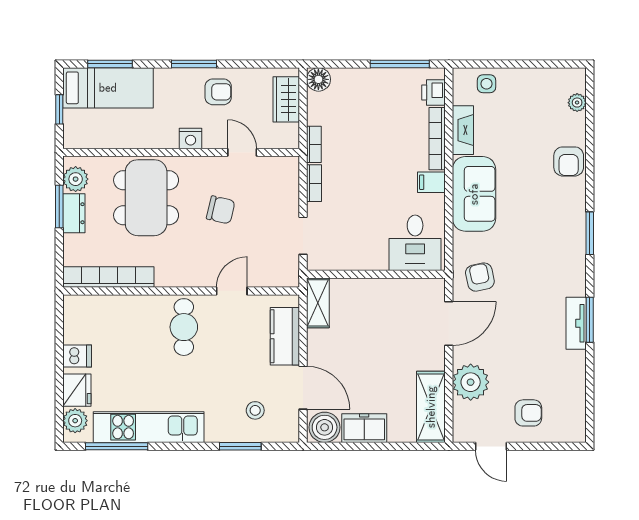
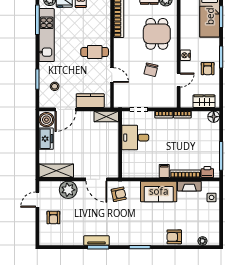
dining table: (146, 198) -> (157, 34), width x0.73
desk: (415, 243) -> (135, 138), moved

